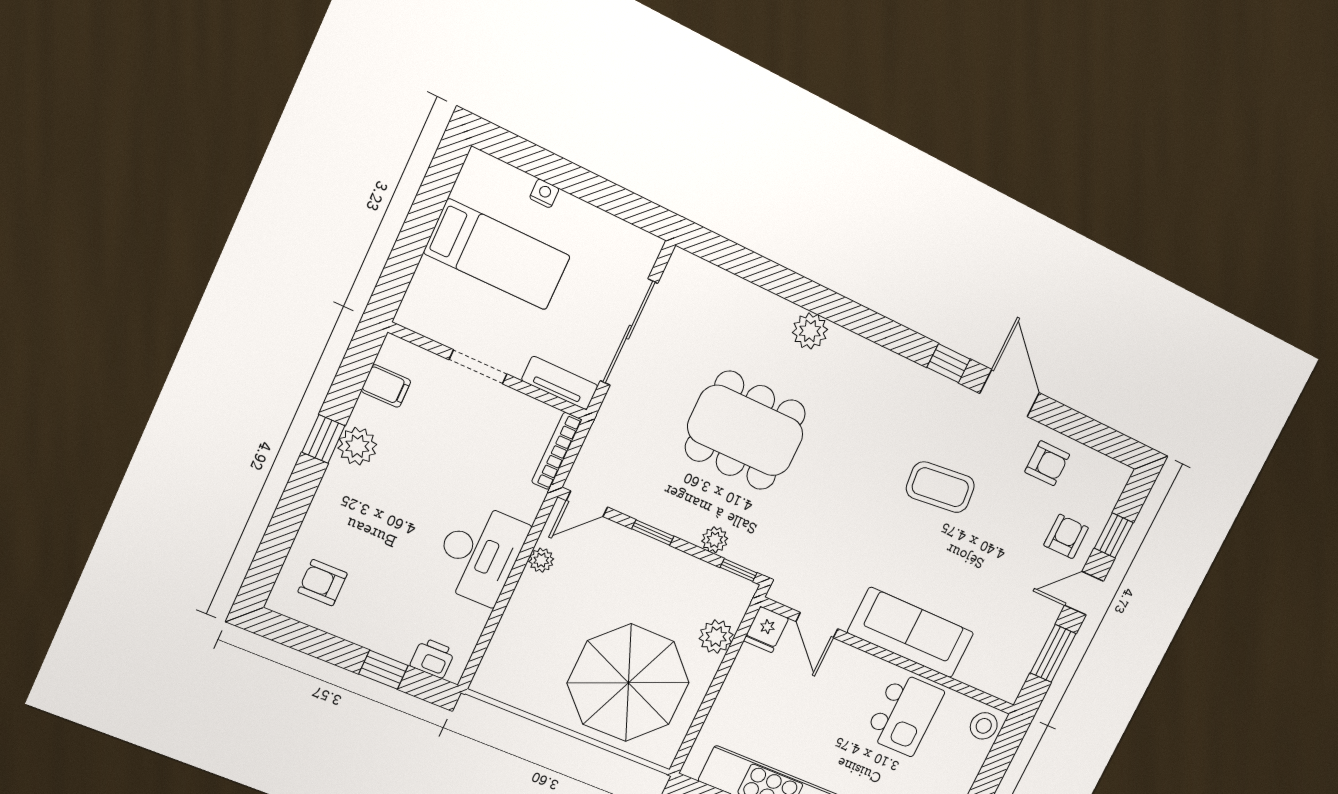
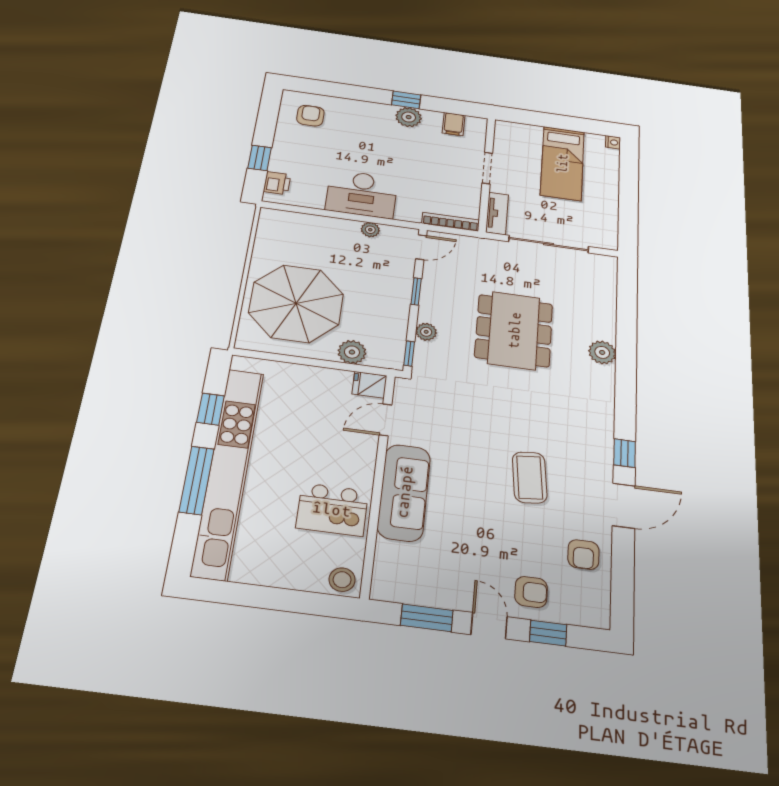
nightstand: (544, 193) -> (613, 142), moved
door: (587, 504) -> (421, 247), swing flipped

